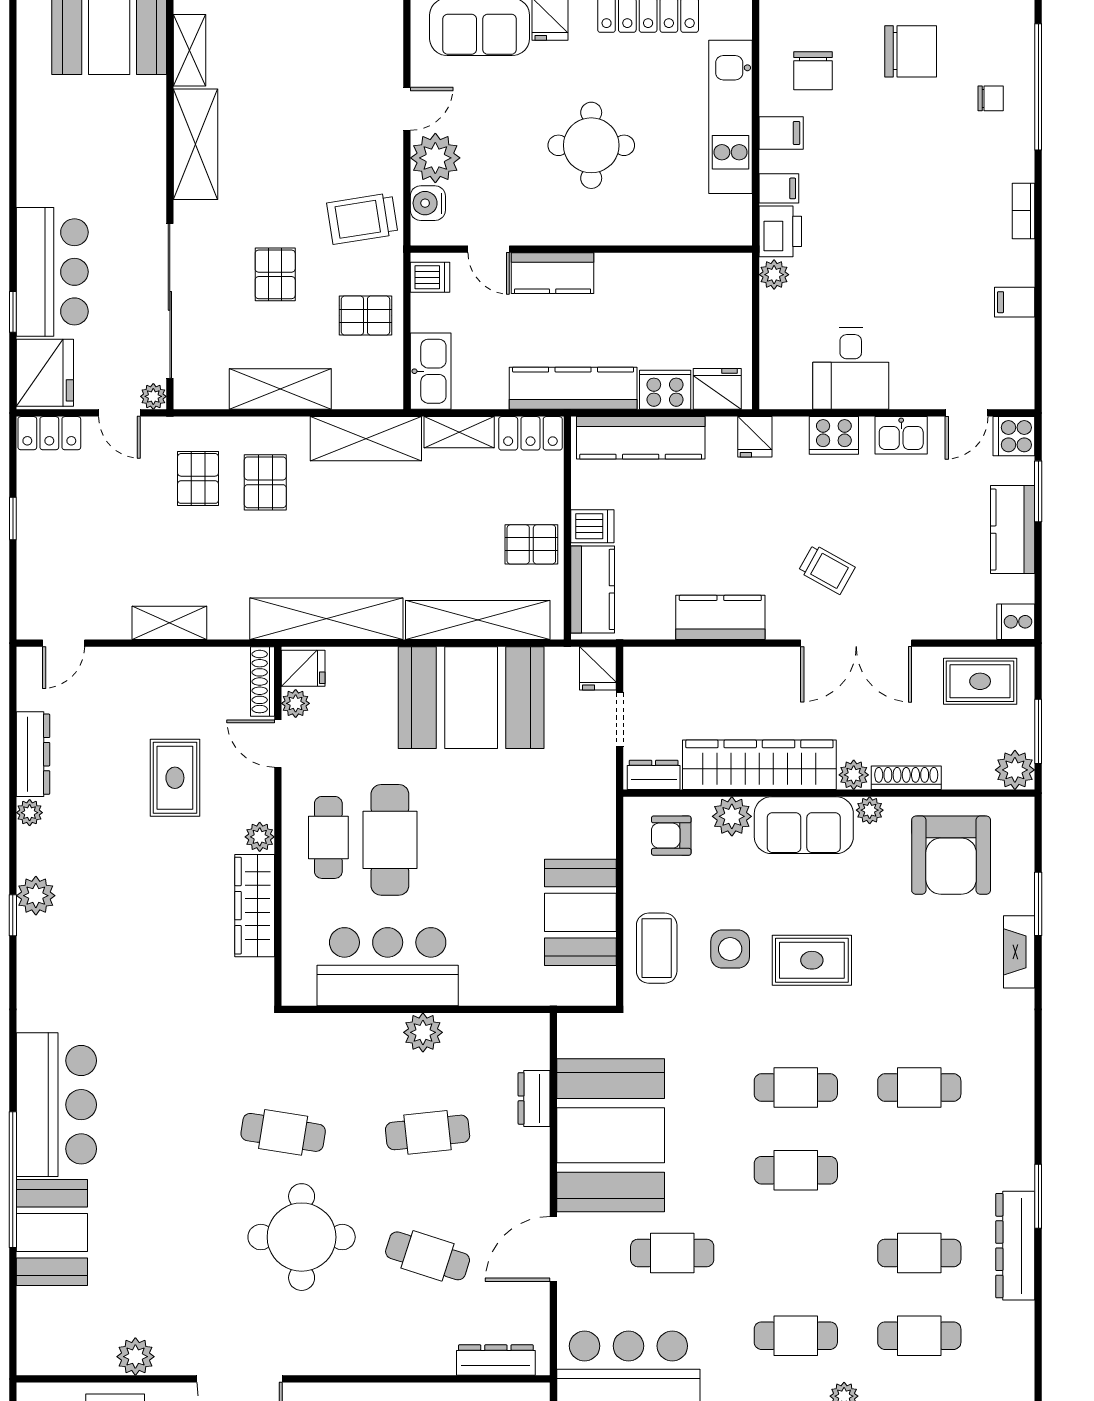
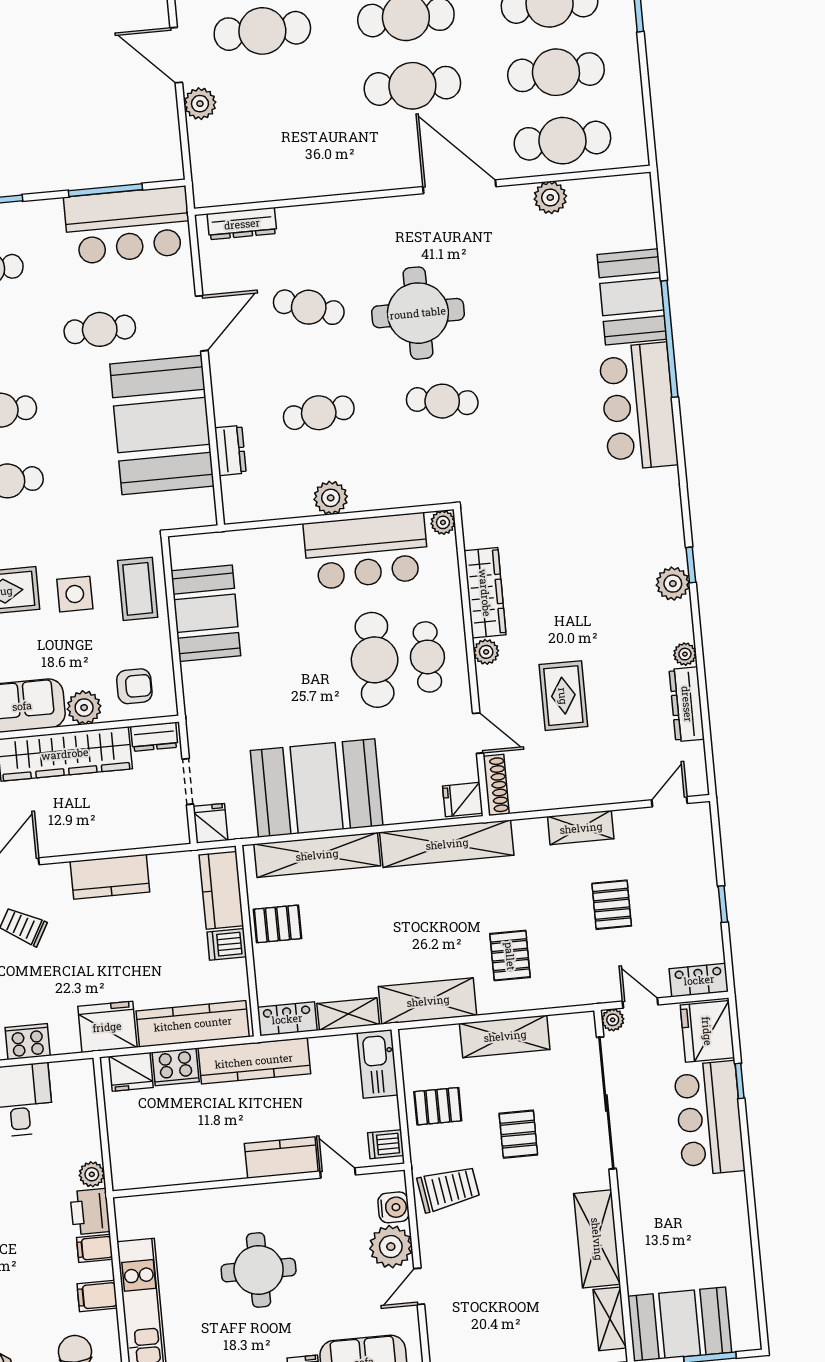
fridge: (755, 437) -> (107, 1027), width x1.88, depth x1.34
pallet: (198, 478) -> (612, 905), moved
plant: (296, 703) -> (443, 522), moved

